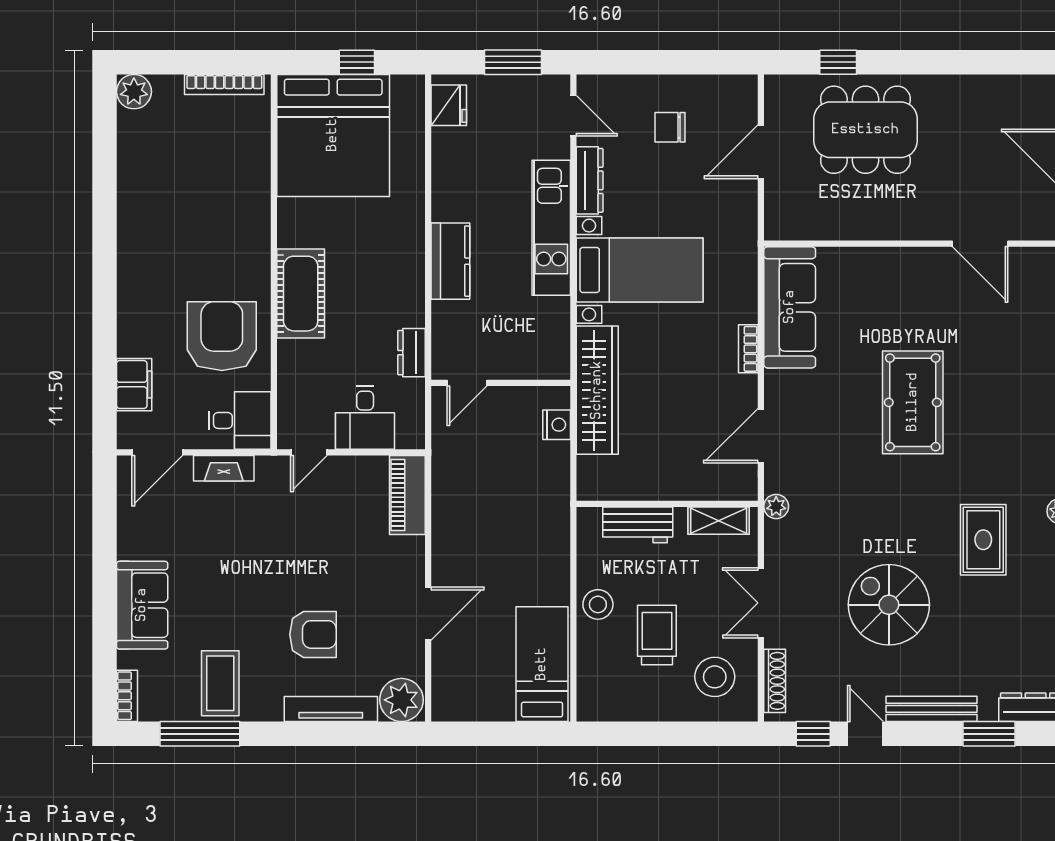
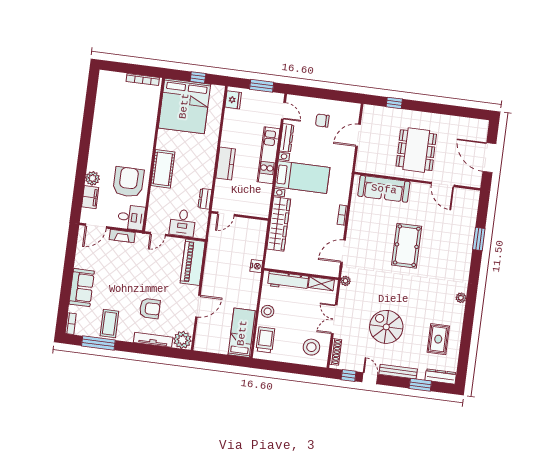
plant: (134, 92) -> (92, 178), moved
dining table: (865, 130) -> (416, 150), moved, turned 90
sofa: (790, 307) -> (384, 189), moved, turned 90
nightstand: (557, 425) -> (256, 266), moved
piano: (407, 495) -> (193, 262), width x1.37, depth x1.33
workbench: (638, 525) -> (288, 281), width x1.38
rug: (983, 540) -> (438, 339), moved
trolley: (657, 635) -> (265, 340), moved

